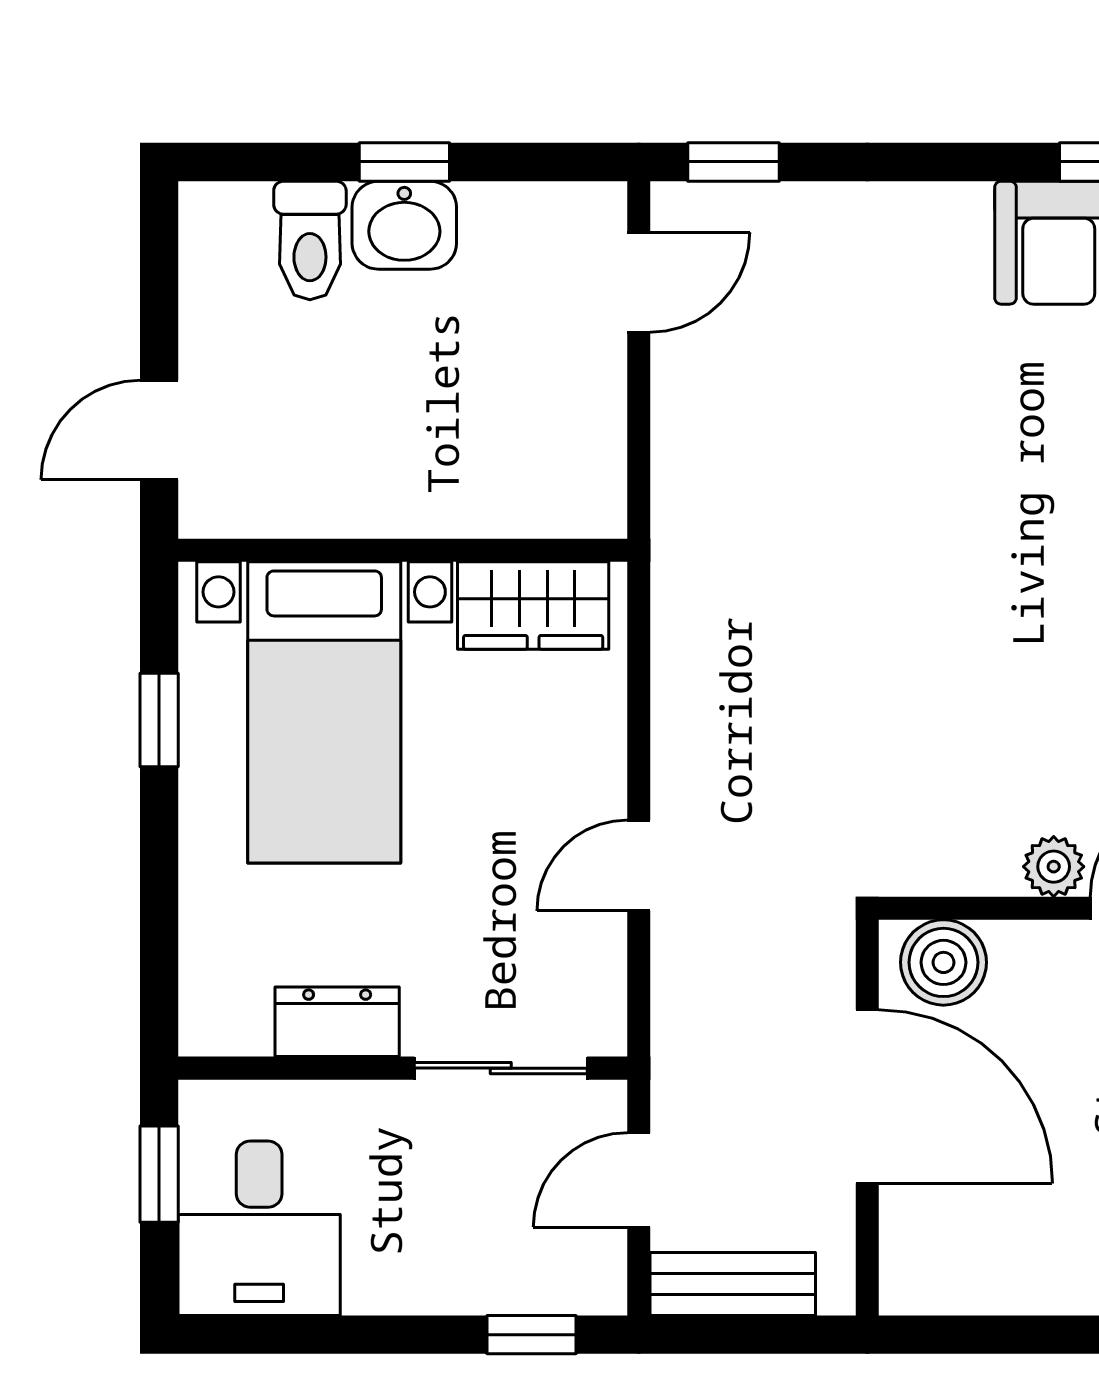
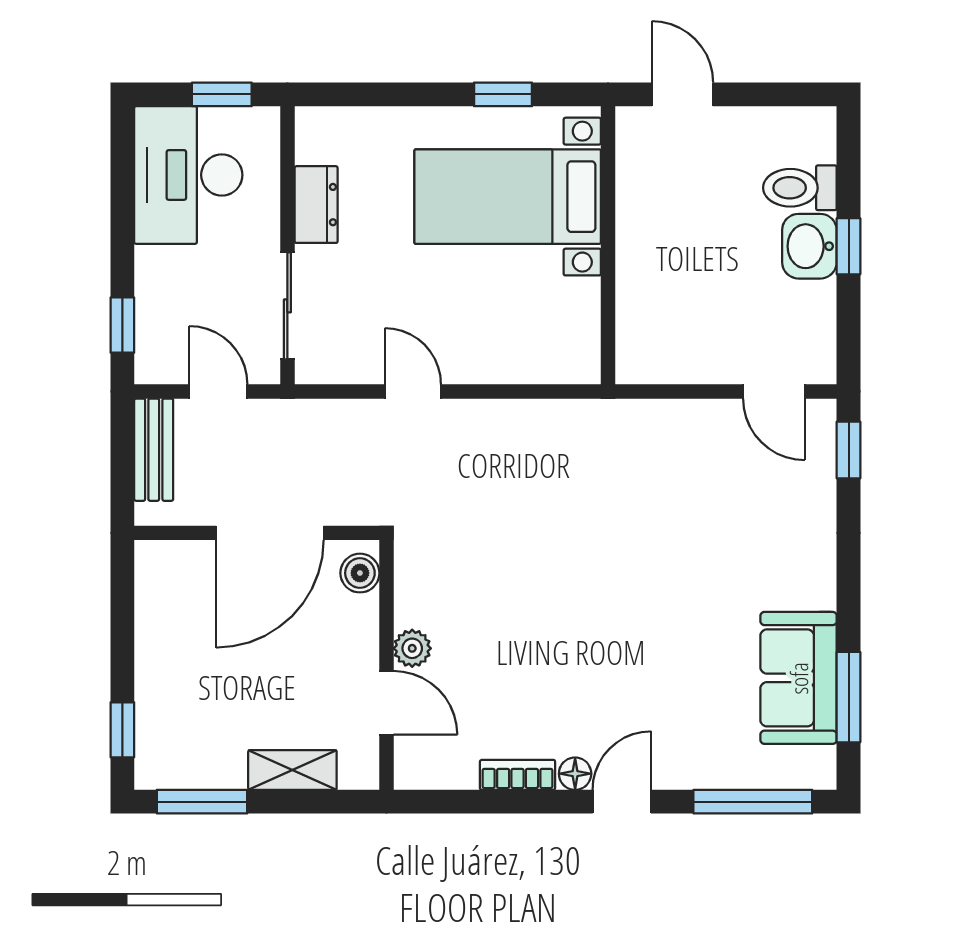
wardrobe: (533, 606) -> (574, 326), removed
boiler: (943, 962) -> (360, 573), width x0.73, depth x0.73
desk: (259, 1228) -> (188, 175), width x1.37

